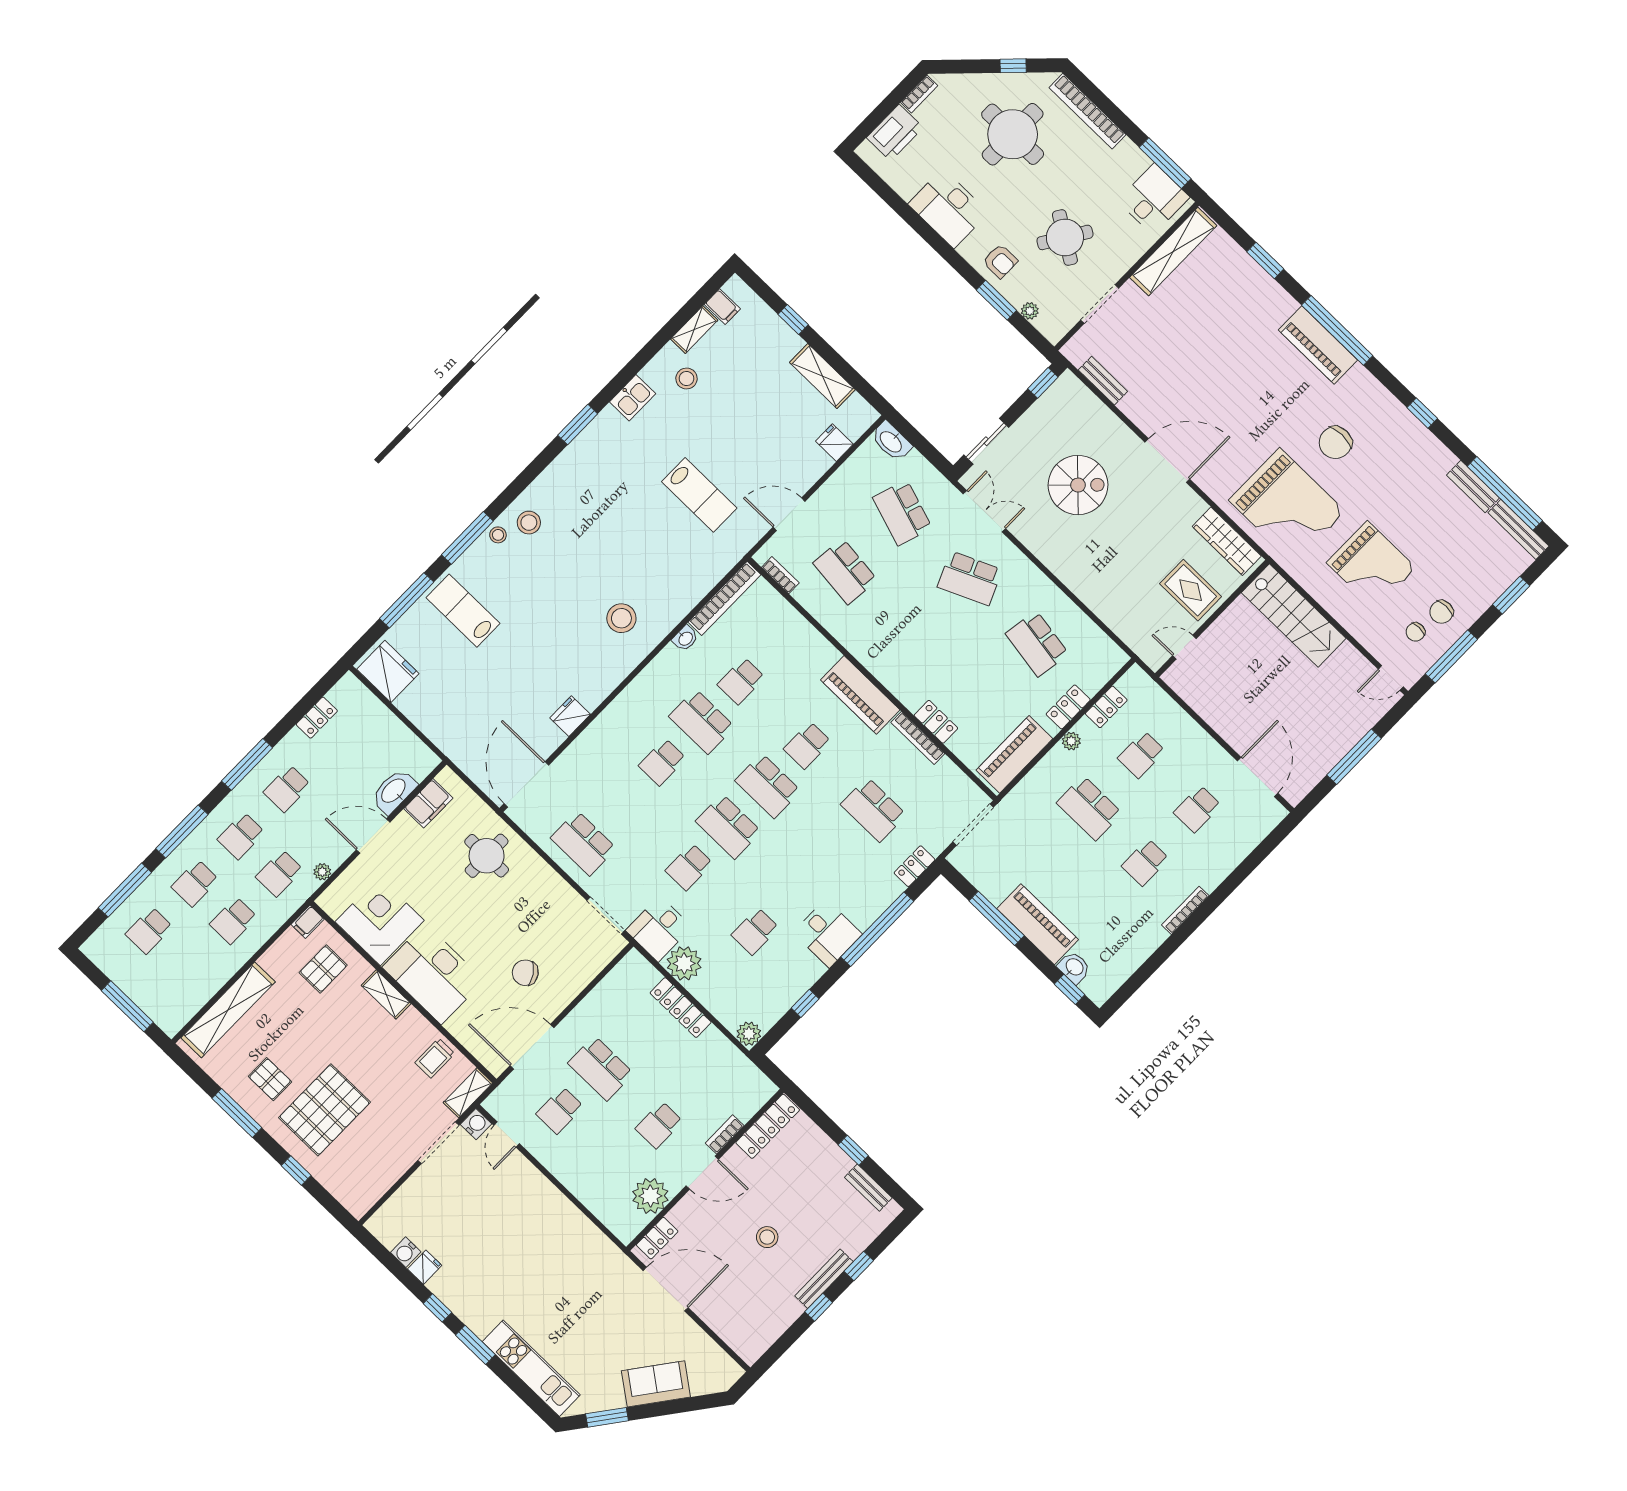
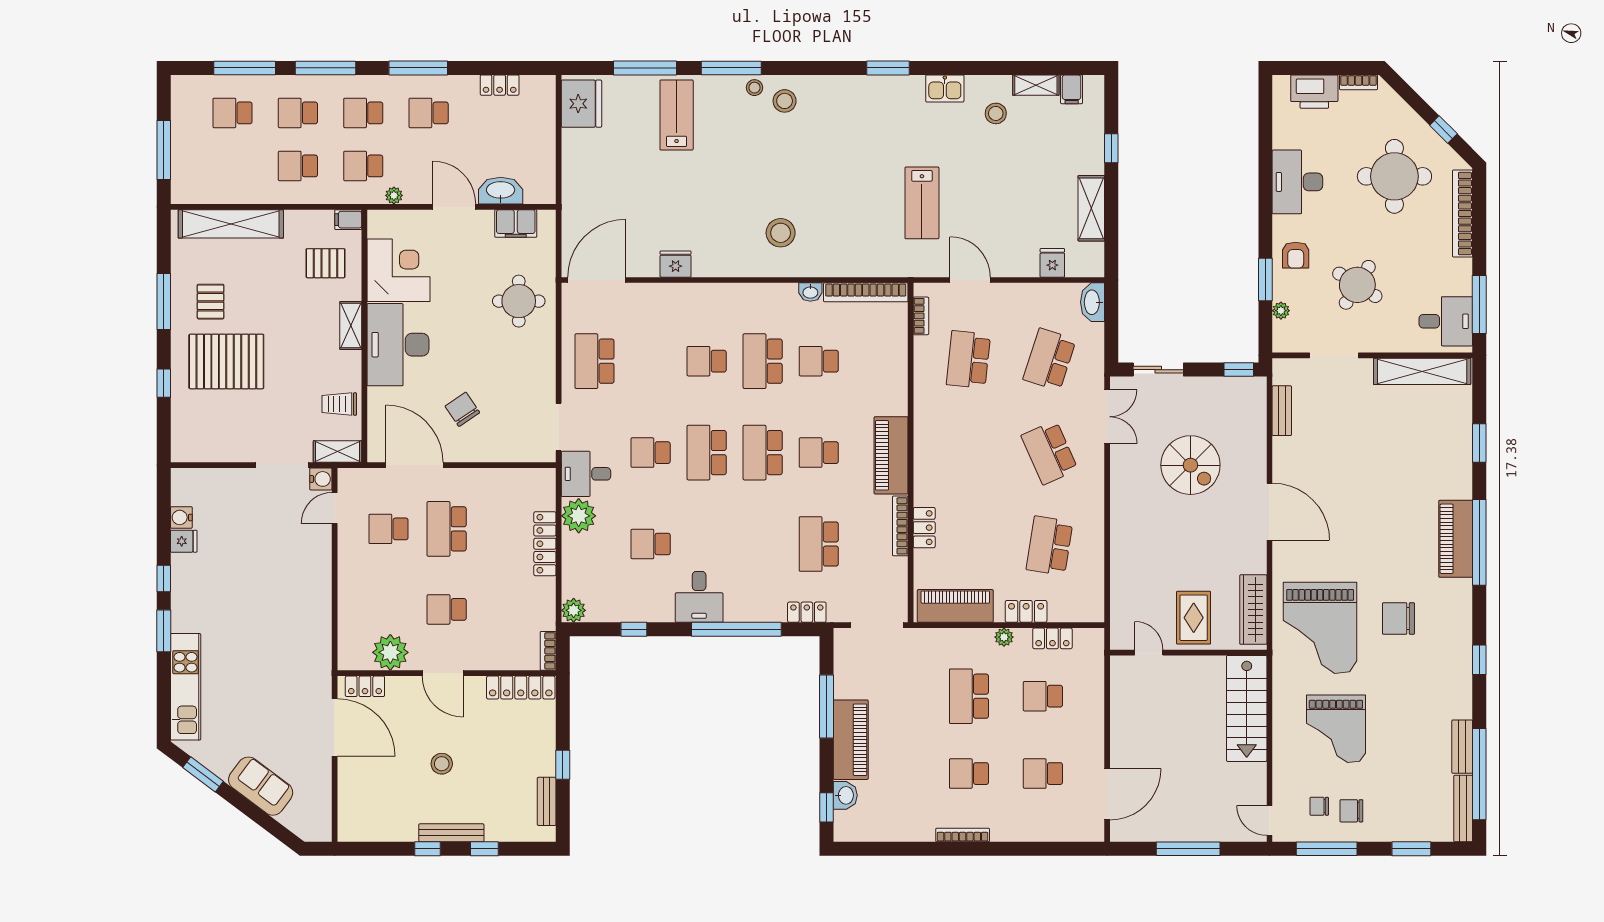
bookcase: (725, 1134) -> (548, 651), moved, turned -90

